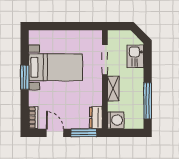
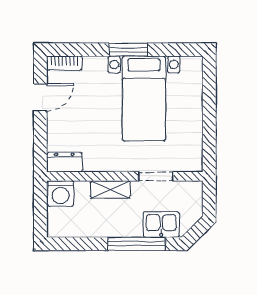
doorway: (105, 60) -> (156, 176), width x0.73
window: (148, 101) -> (136, 244), moved
window: (84, 133) -> (40, 143), removed

